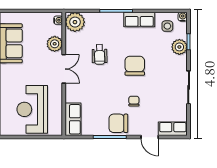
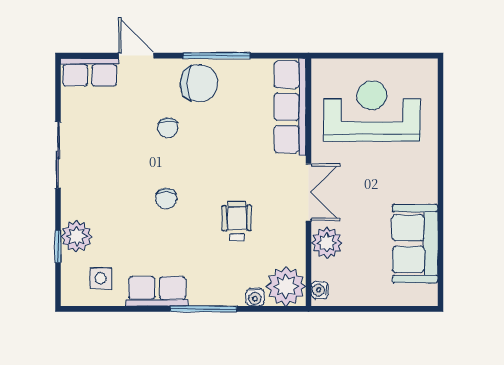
water cooler: (183, 17) -> (255, 297), moved
chair: (135, 66) -> (166, 199), width x0.54, depth x0.54
double door: (64, 69) -> (309, 192), swing flipped
reception desk: (32, 109) -> (372, 111), turned -90
row of seats: (73, 119) -> (290, 107), width x1.48

